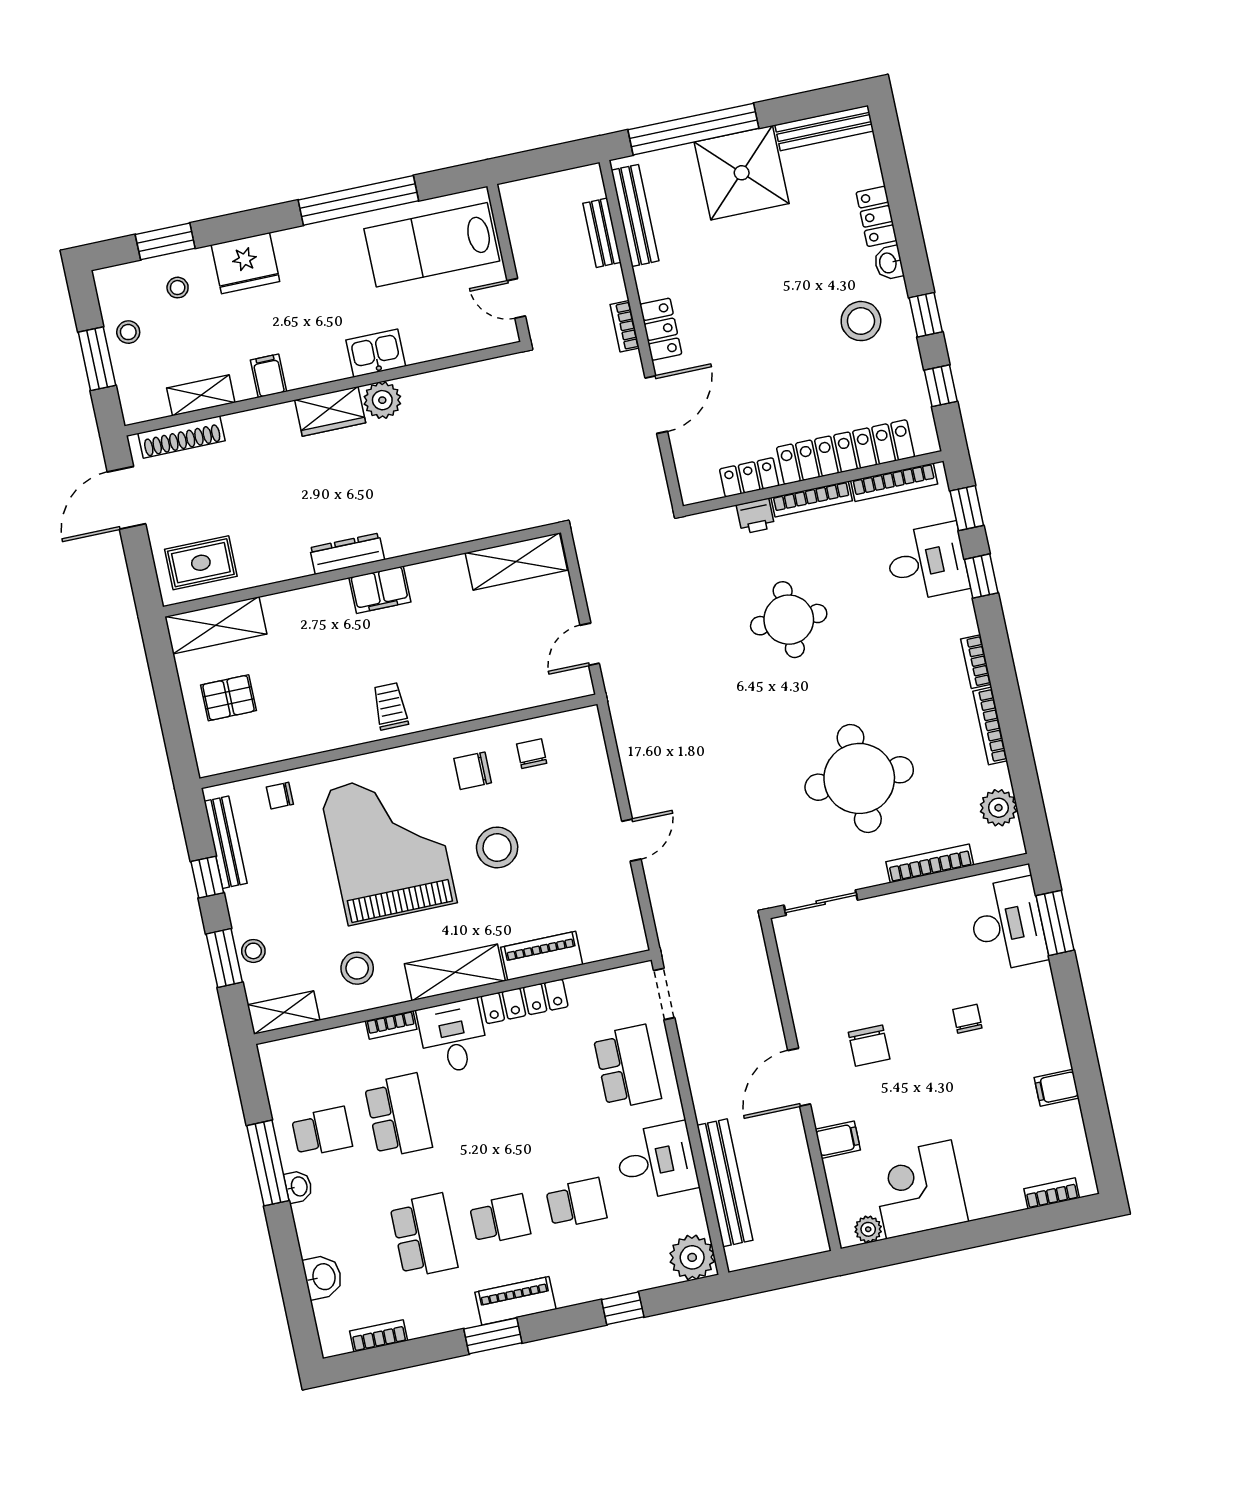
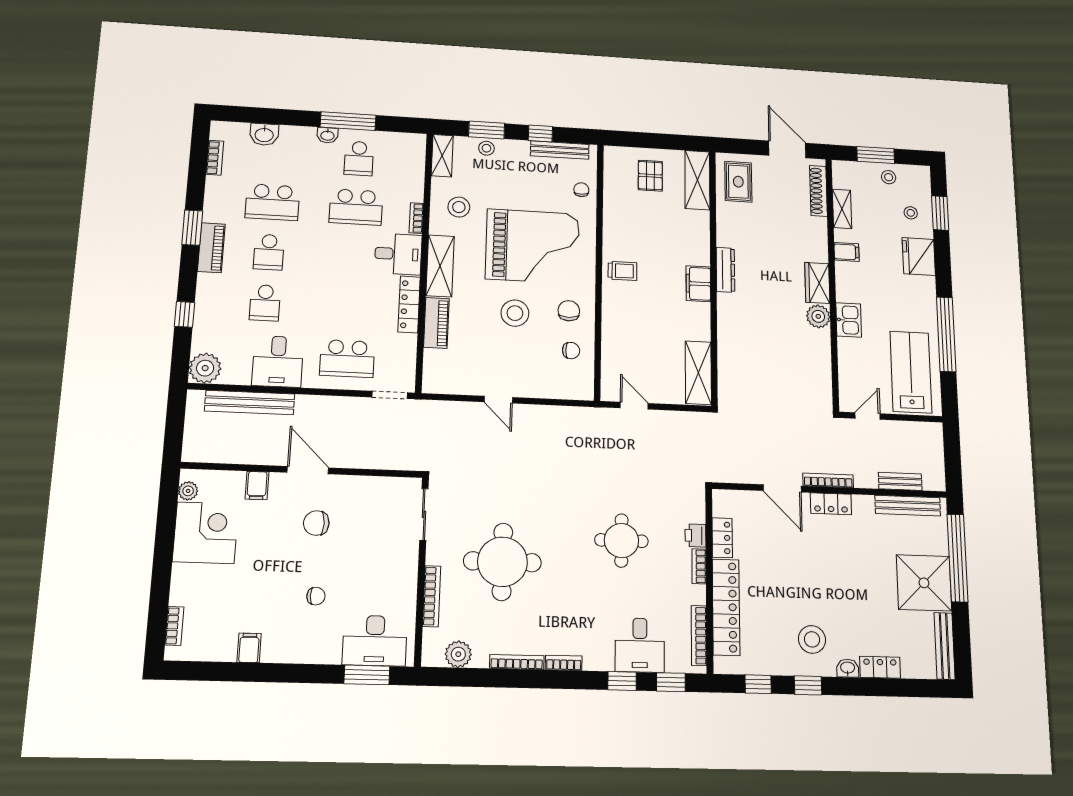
bookcase: (625, 326) -> (828, 480), width x1.56
bookcase: (812, 499) -> (699, 566), width x0.64

